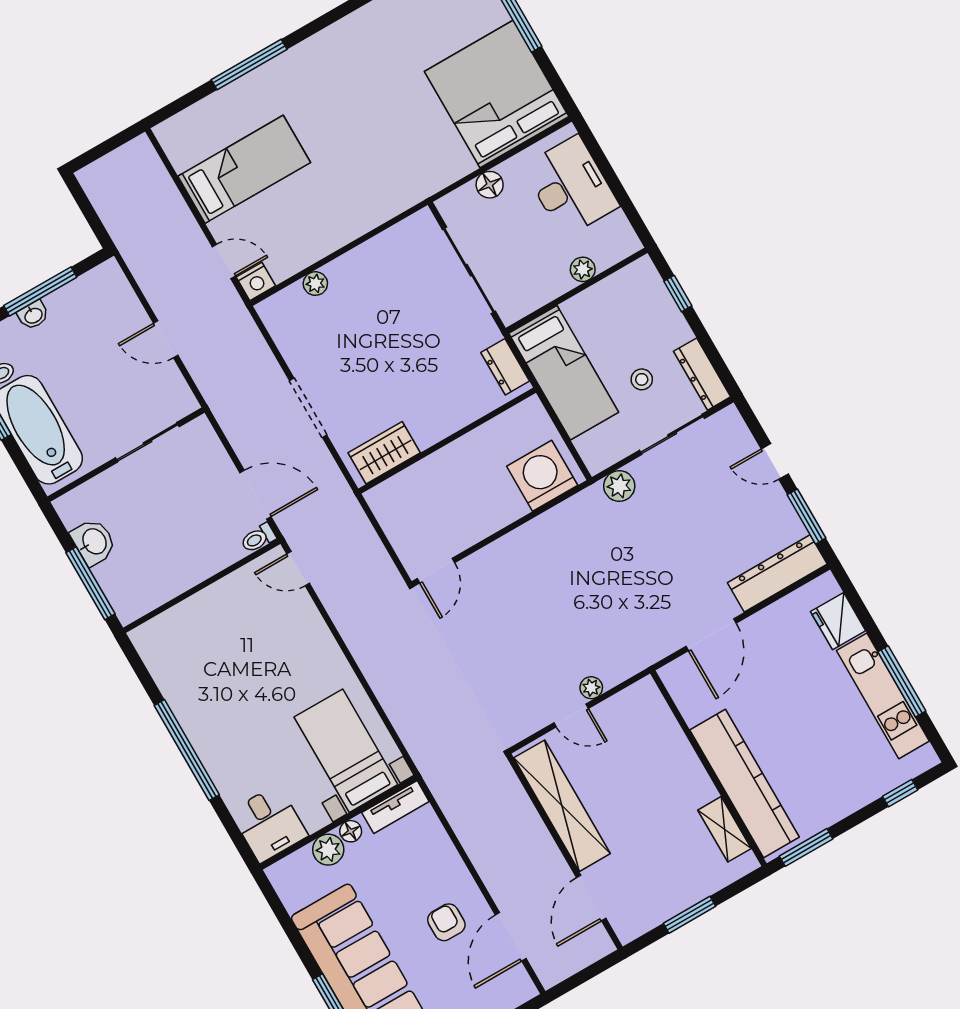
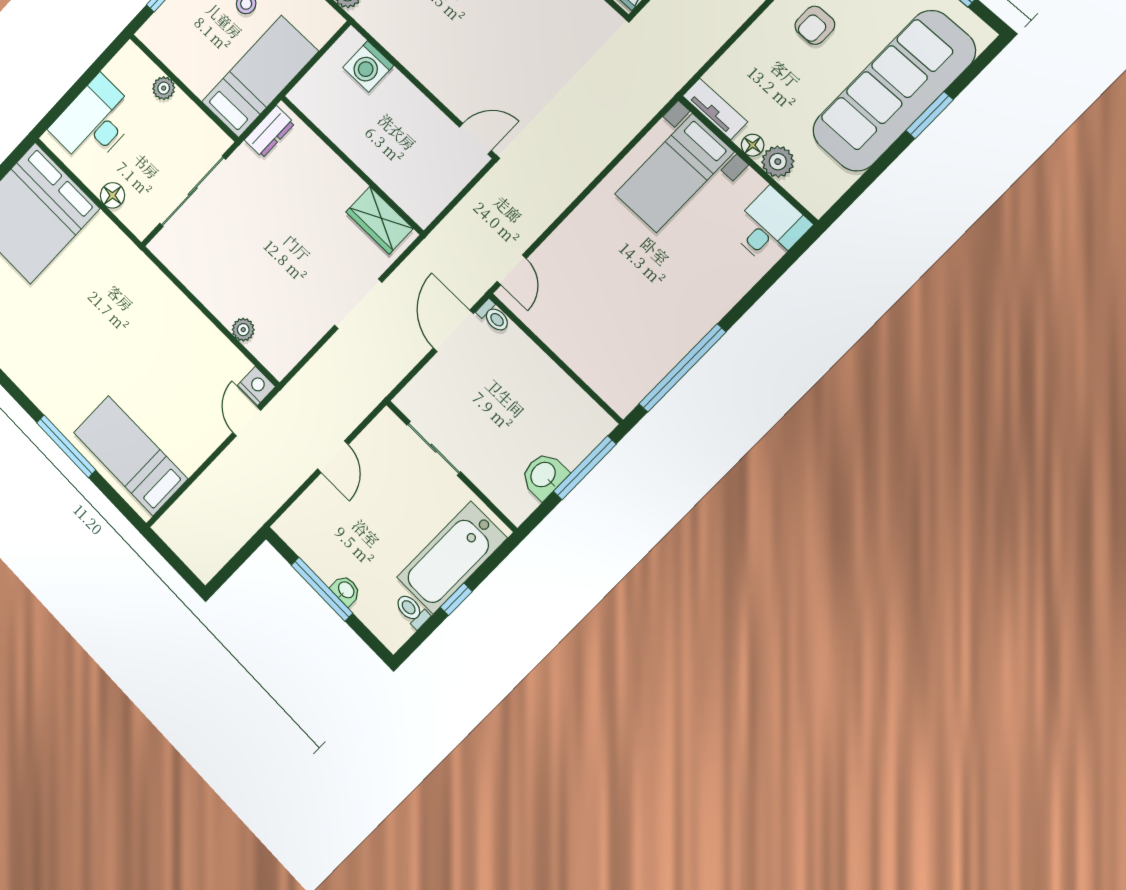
bed: (244, 169) -> (131, 456), moved
washing machine: (542, 476) -> (368, 66), width x0.73, depth x0.73
window: (187, 750) -> (682, 368), moved

